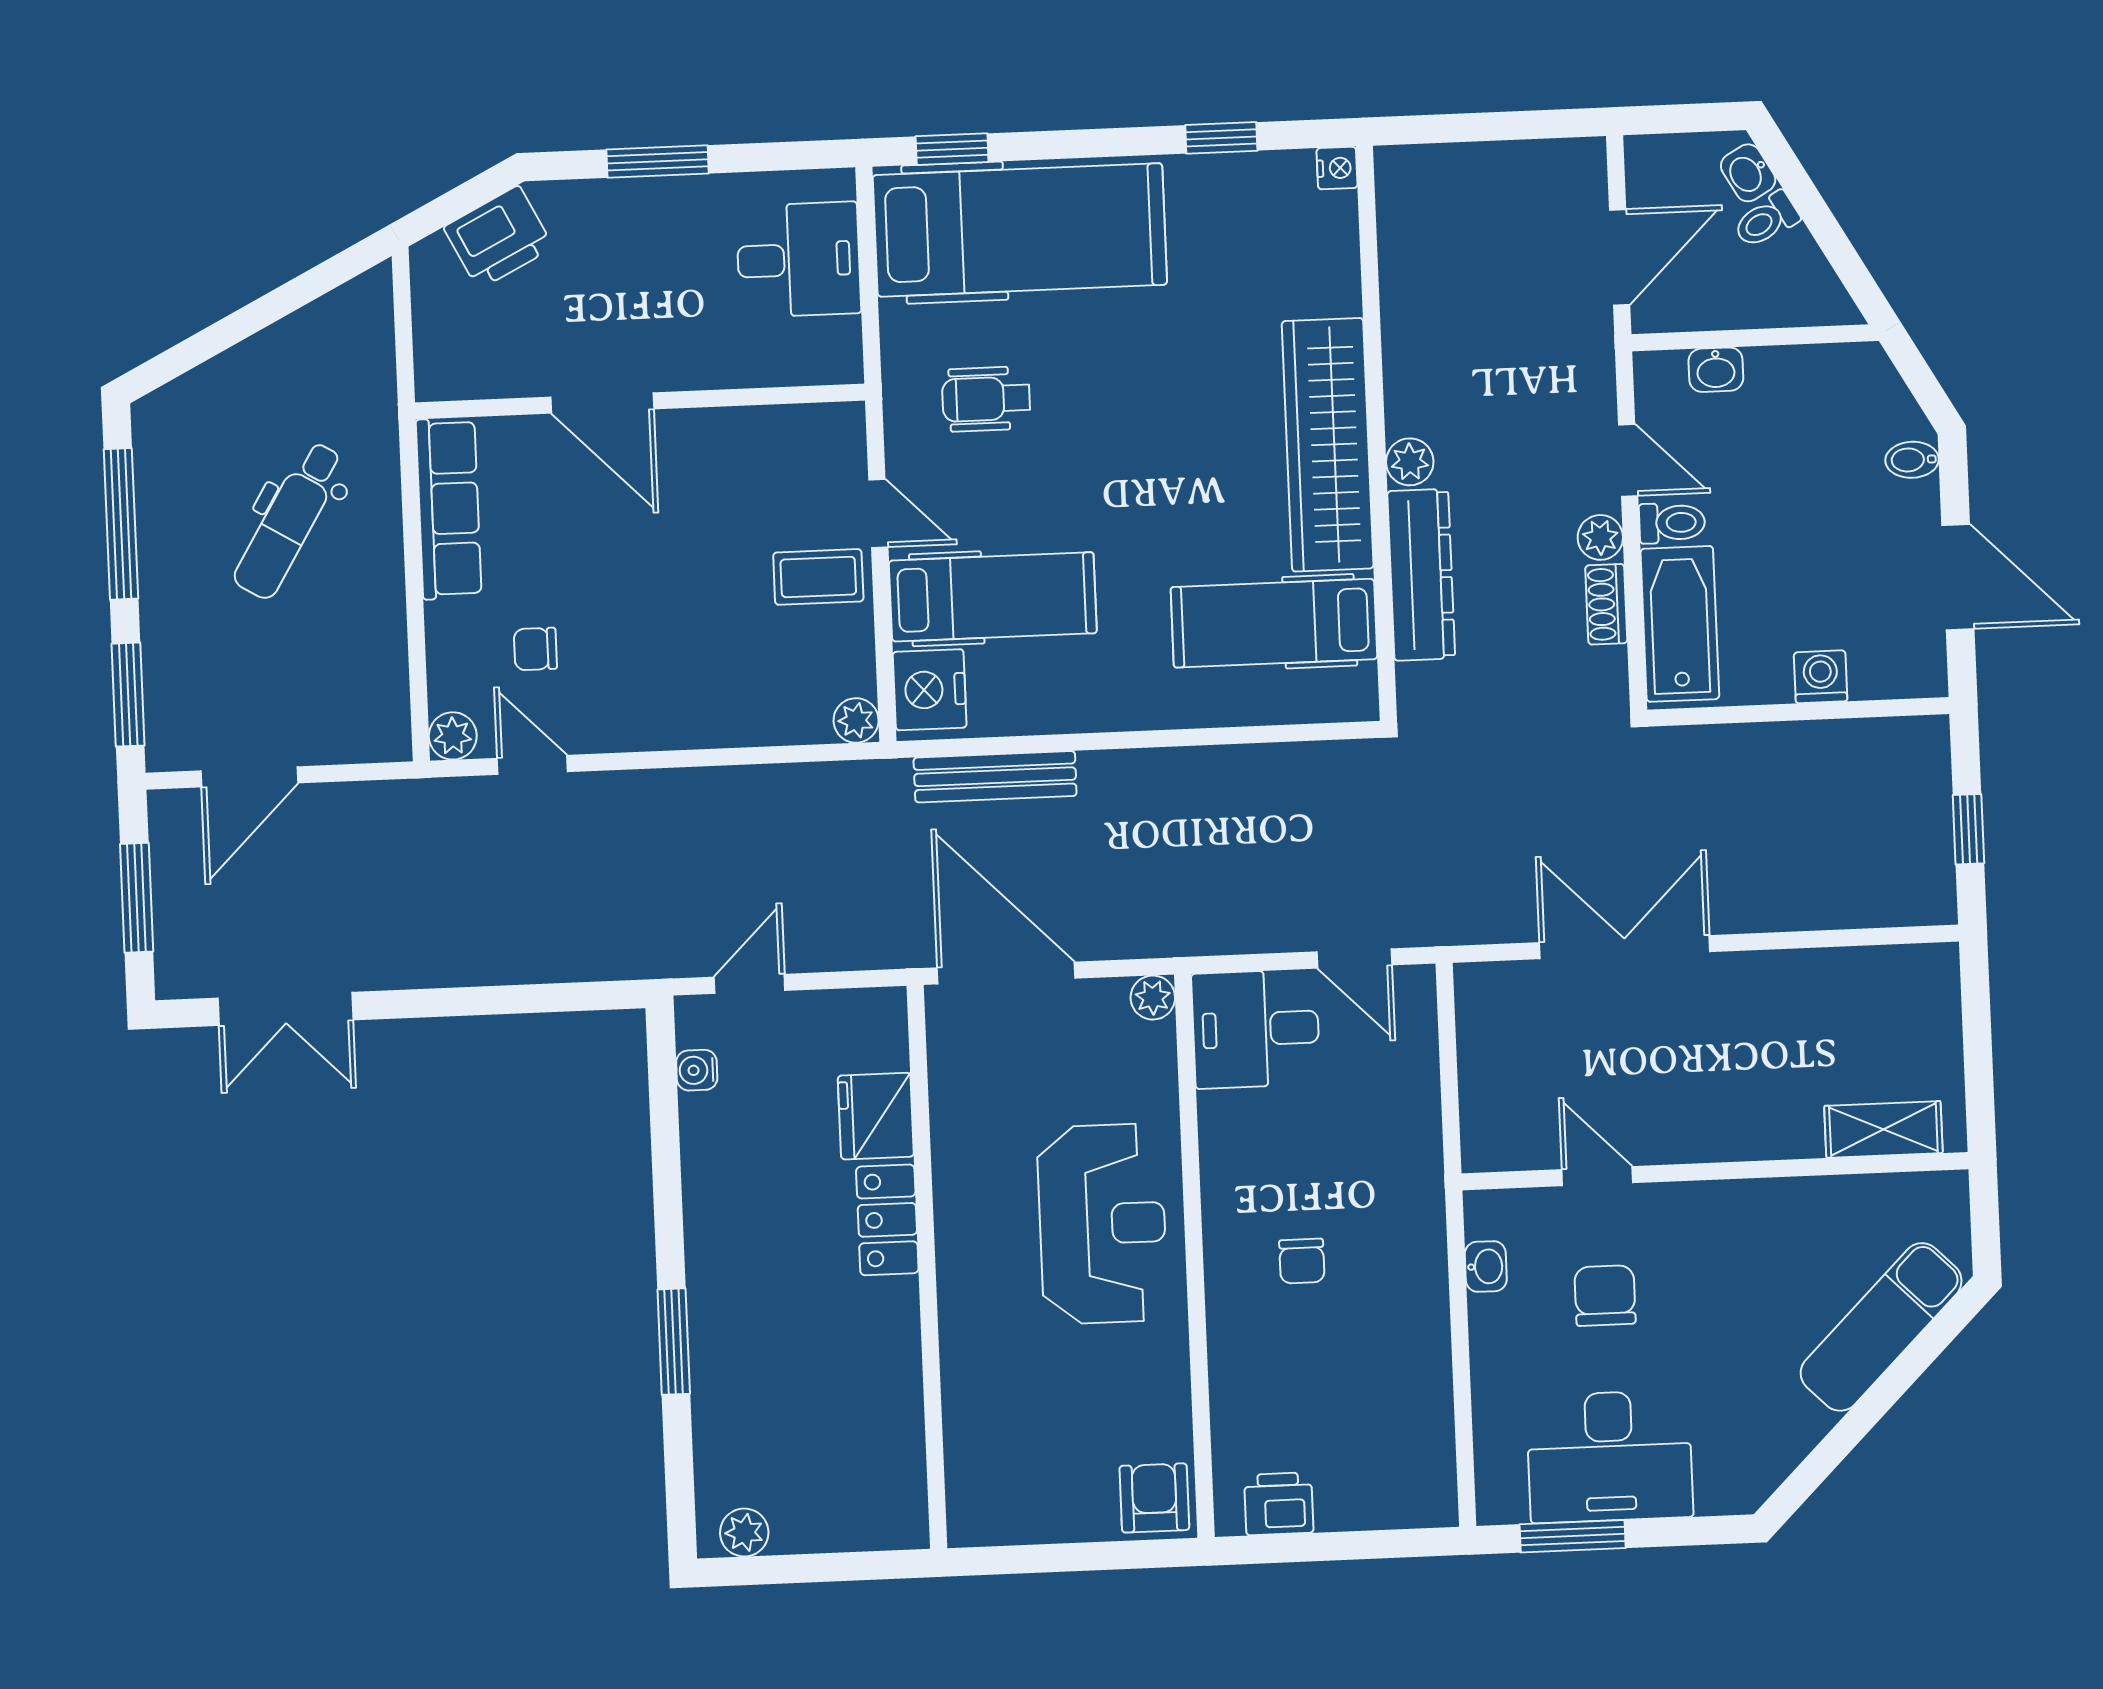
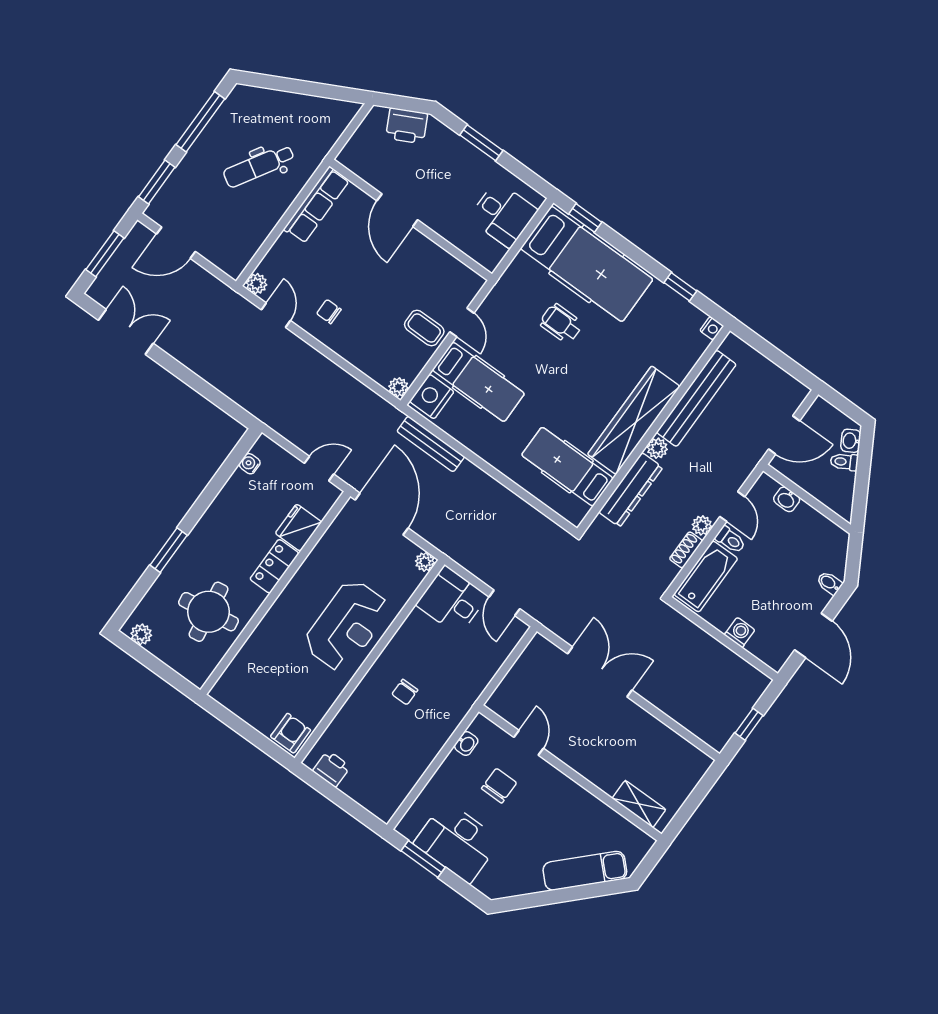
bench: (1409, 316) -> (696, 398), added
wheelchair: (986, 399) -> (561, 323), moved
chair: (535, 649) -> (329, 312), moved
door: (750, 984) -> (319, 469), moved
double door: (285, 1009) -> (126, 332), swing flipped
round table: (833, 1396) -> (209, 612), added

